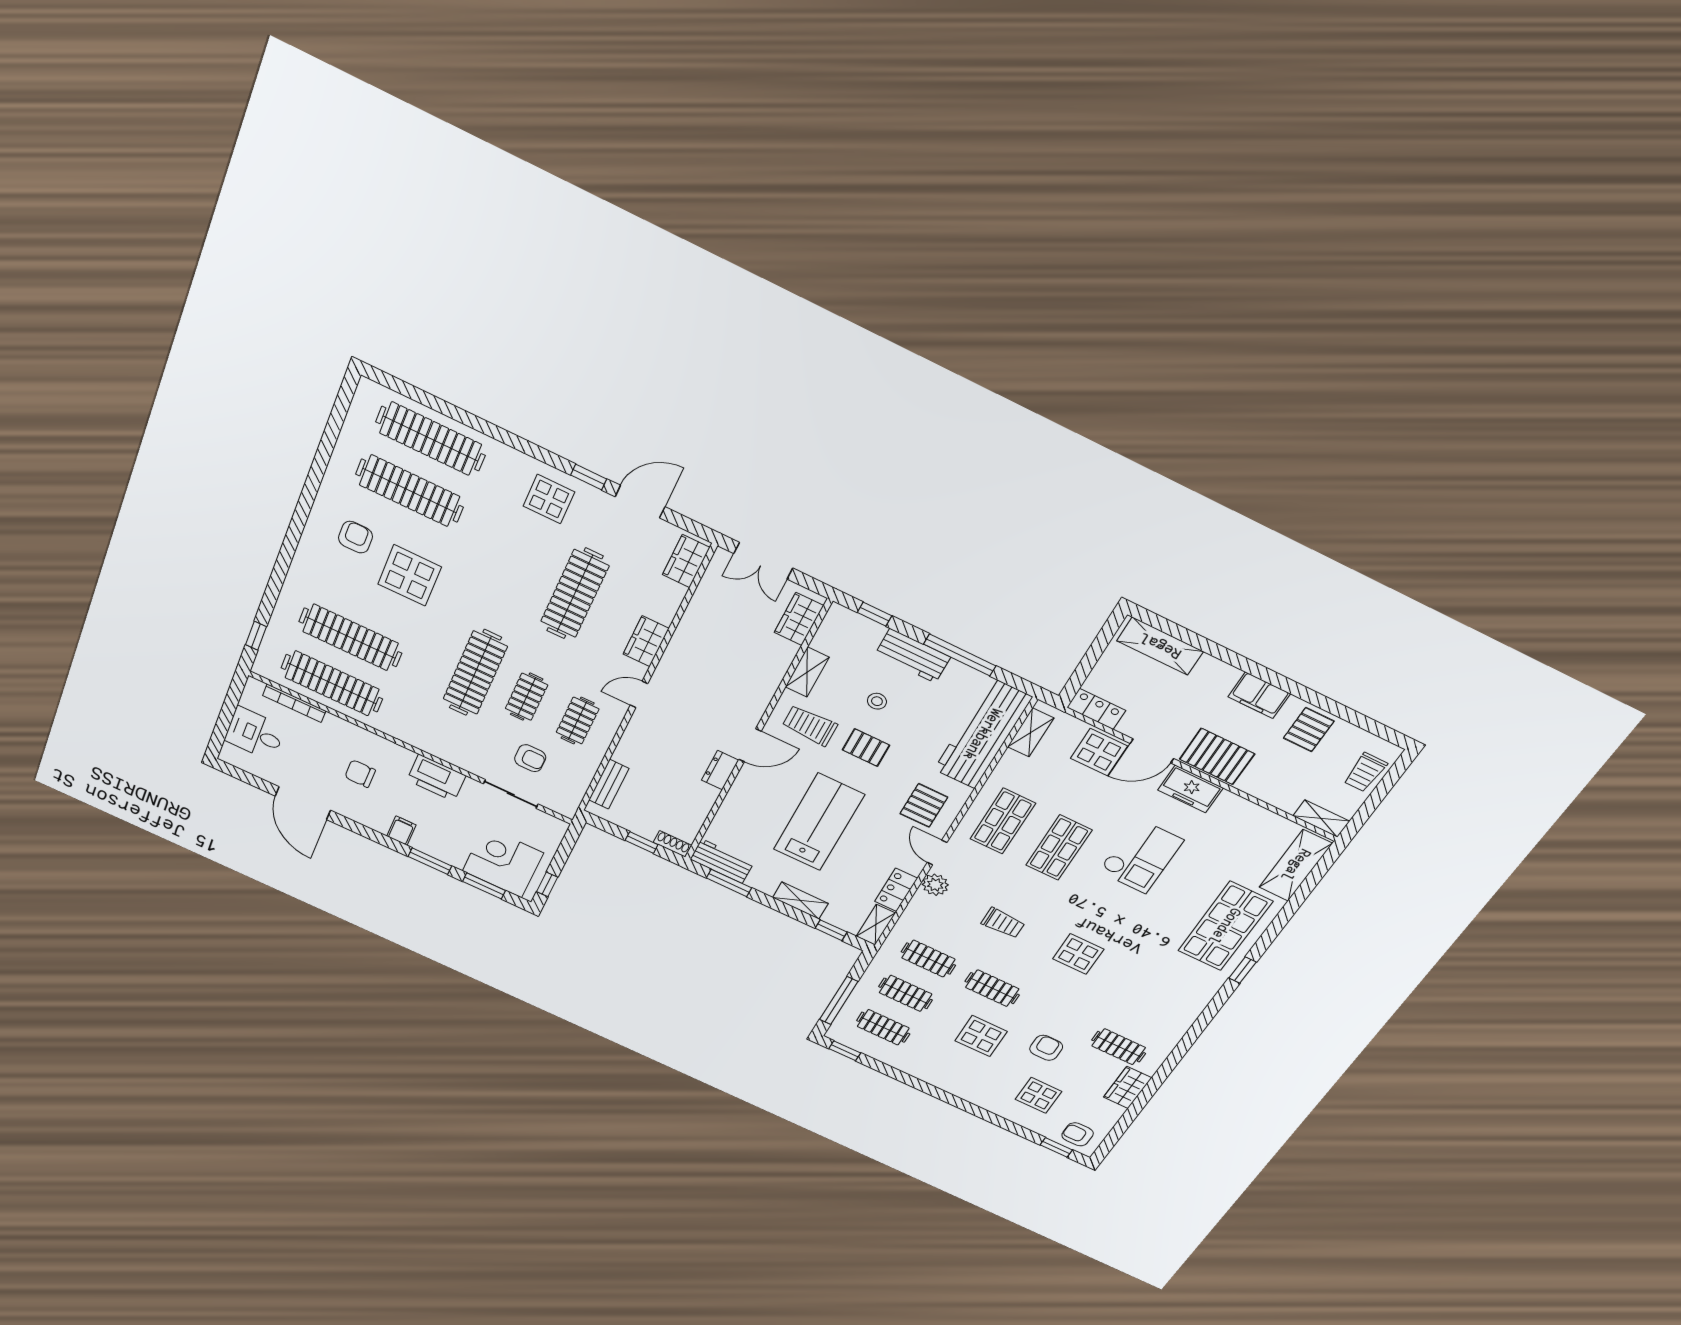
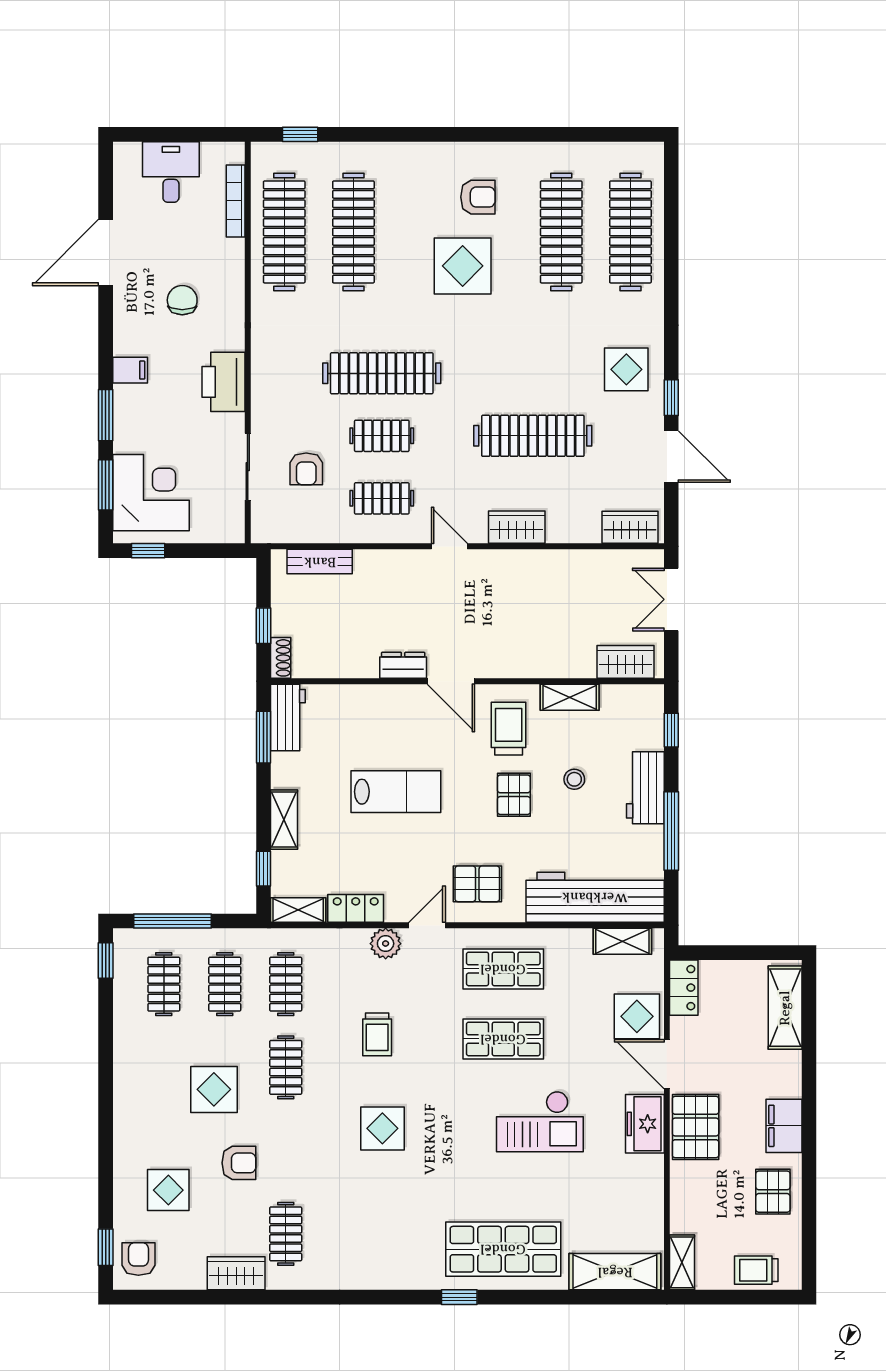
pallet: (1309, 730) -> (773, 1192), turned 90
lab bench: (819, 822) -> (396, 792), width x0.73, depth x0.72

